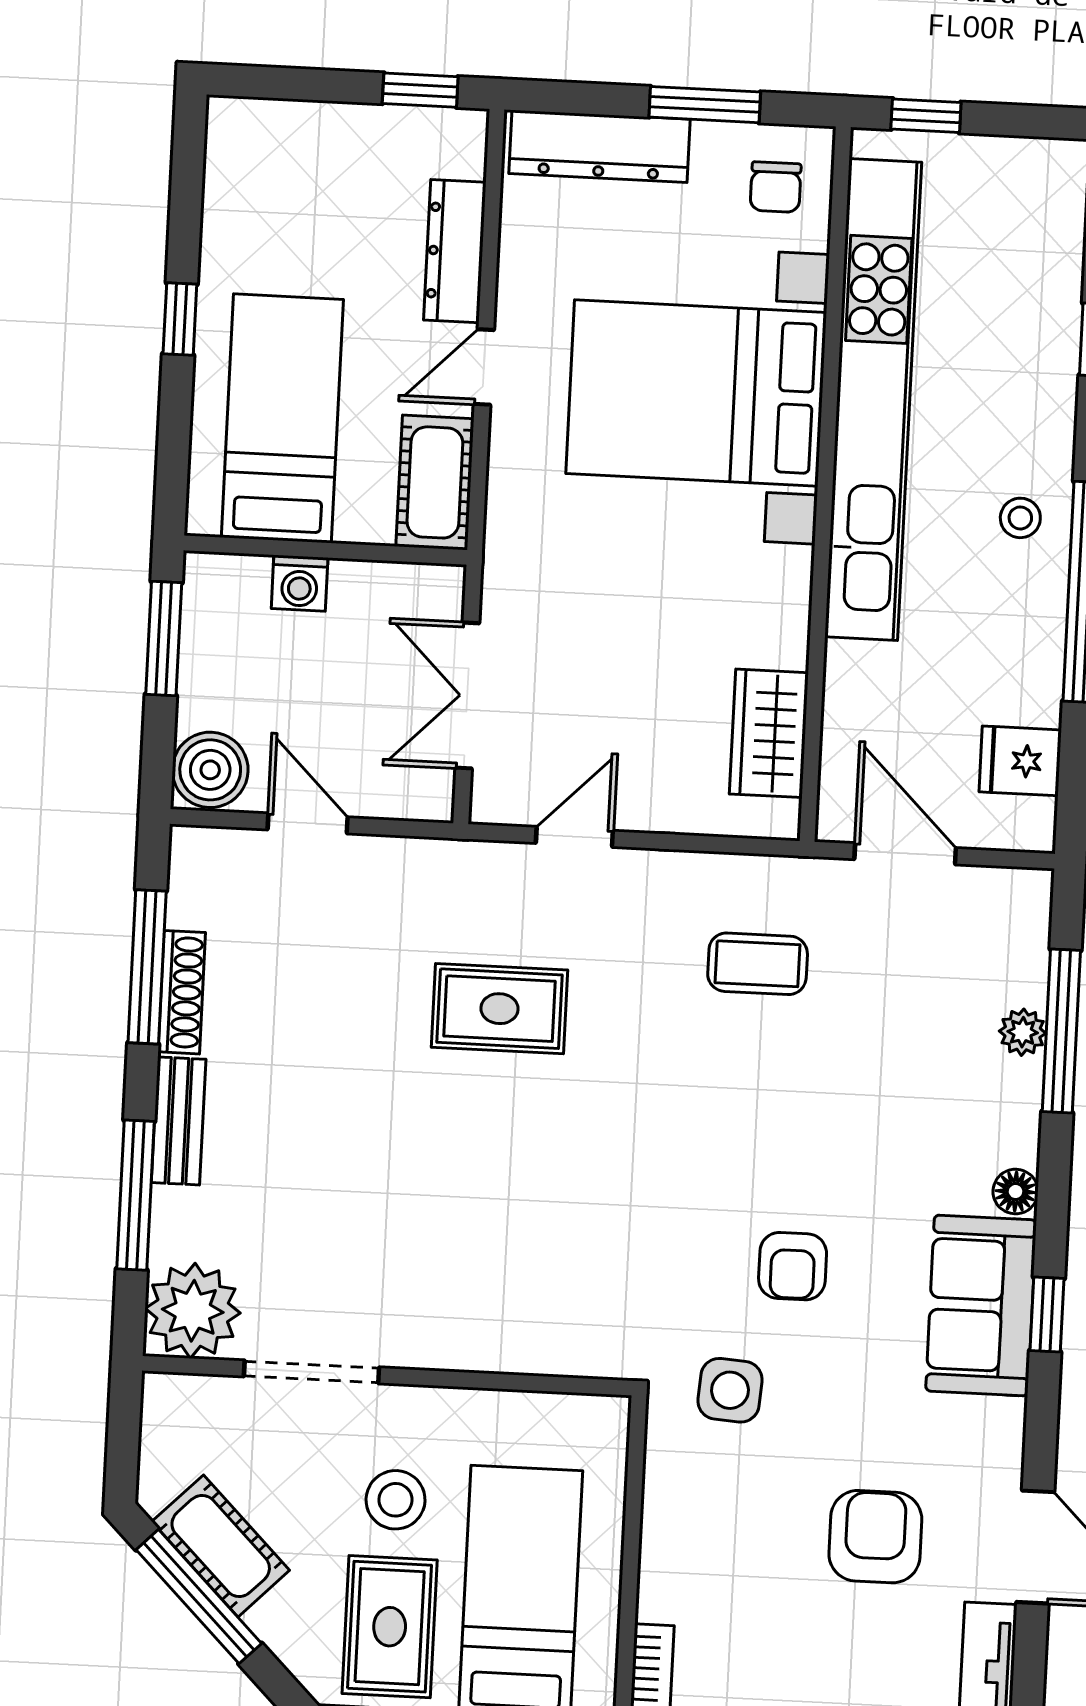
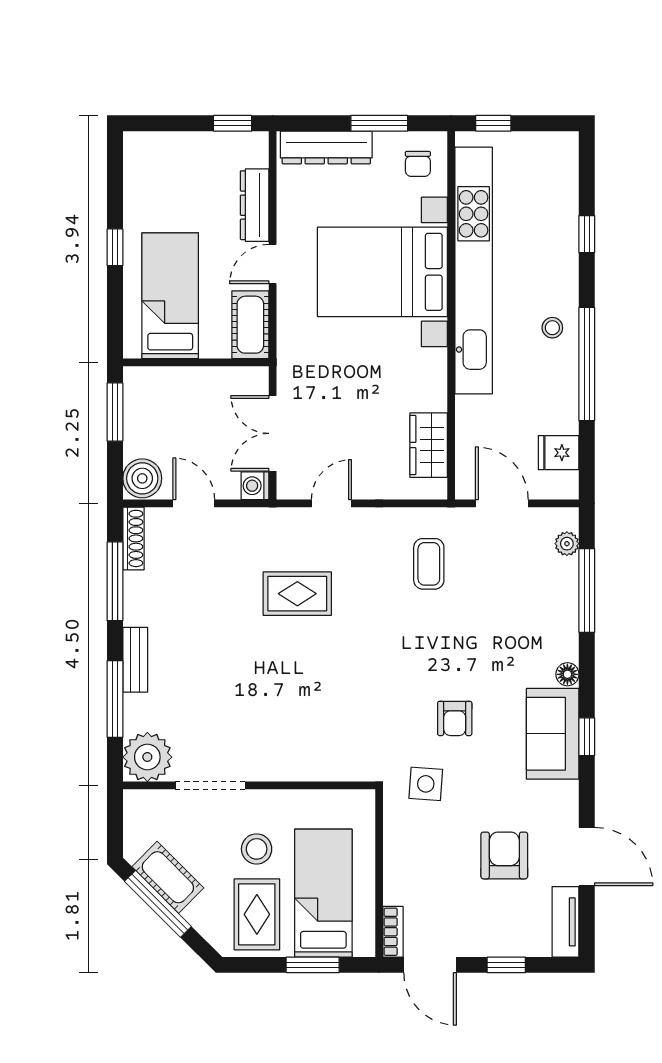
washing machine: (300, 583) -> (255, 486), moved, turned 90
coffee table: (758, 964) -> (429, 564), turned 90
shoe rack: (182, 992) -> (133, 538), moved
plant: (1023, 1032) -> (567, 544), moved

